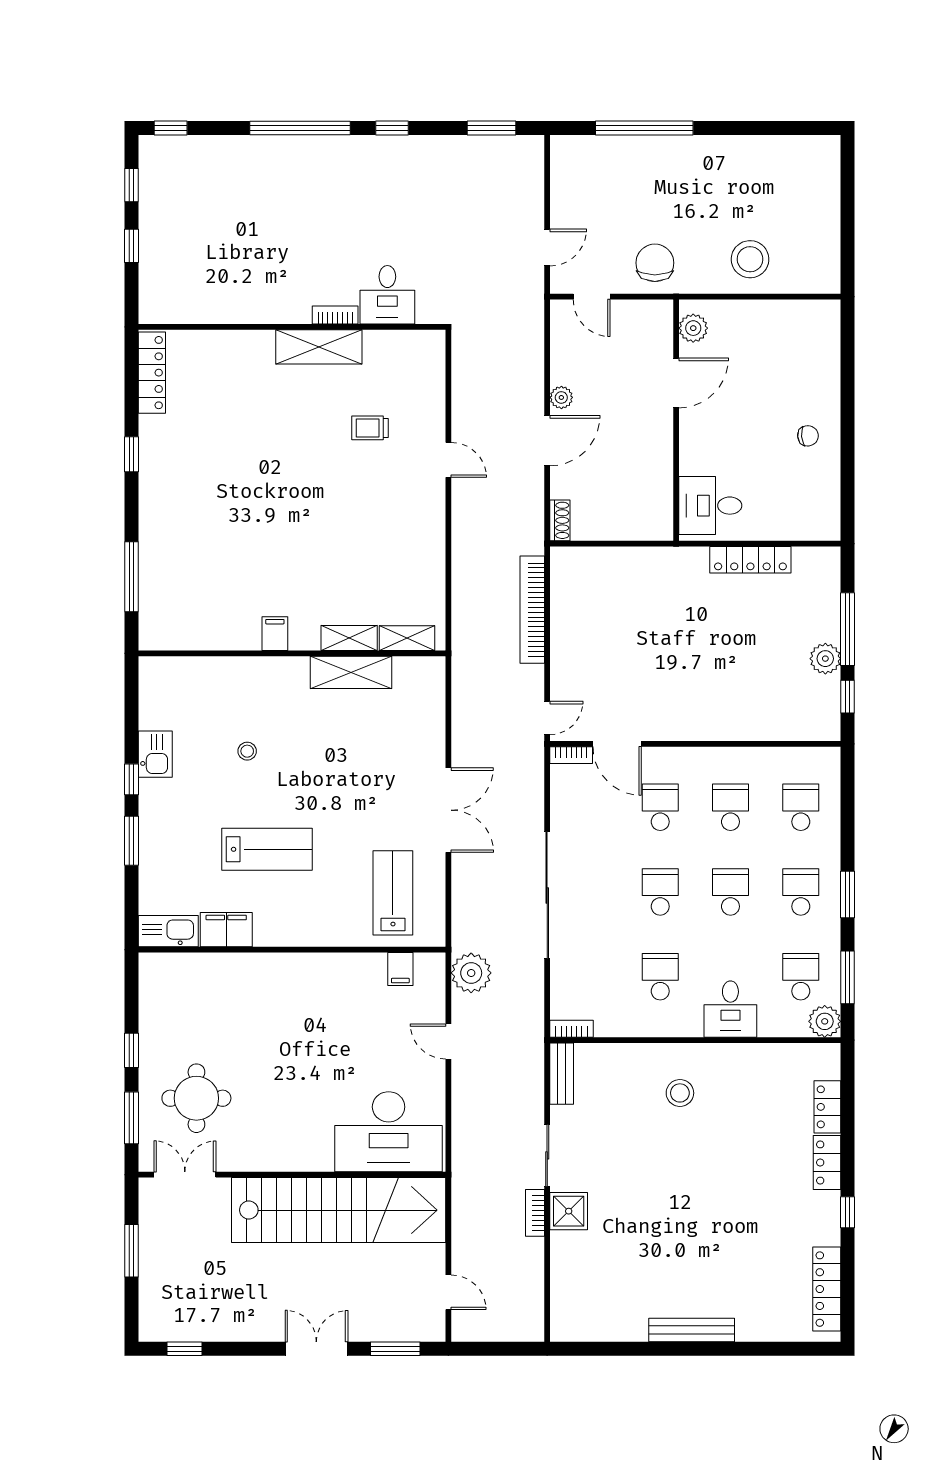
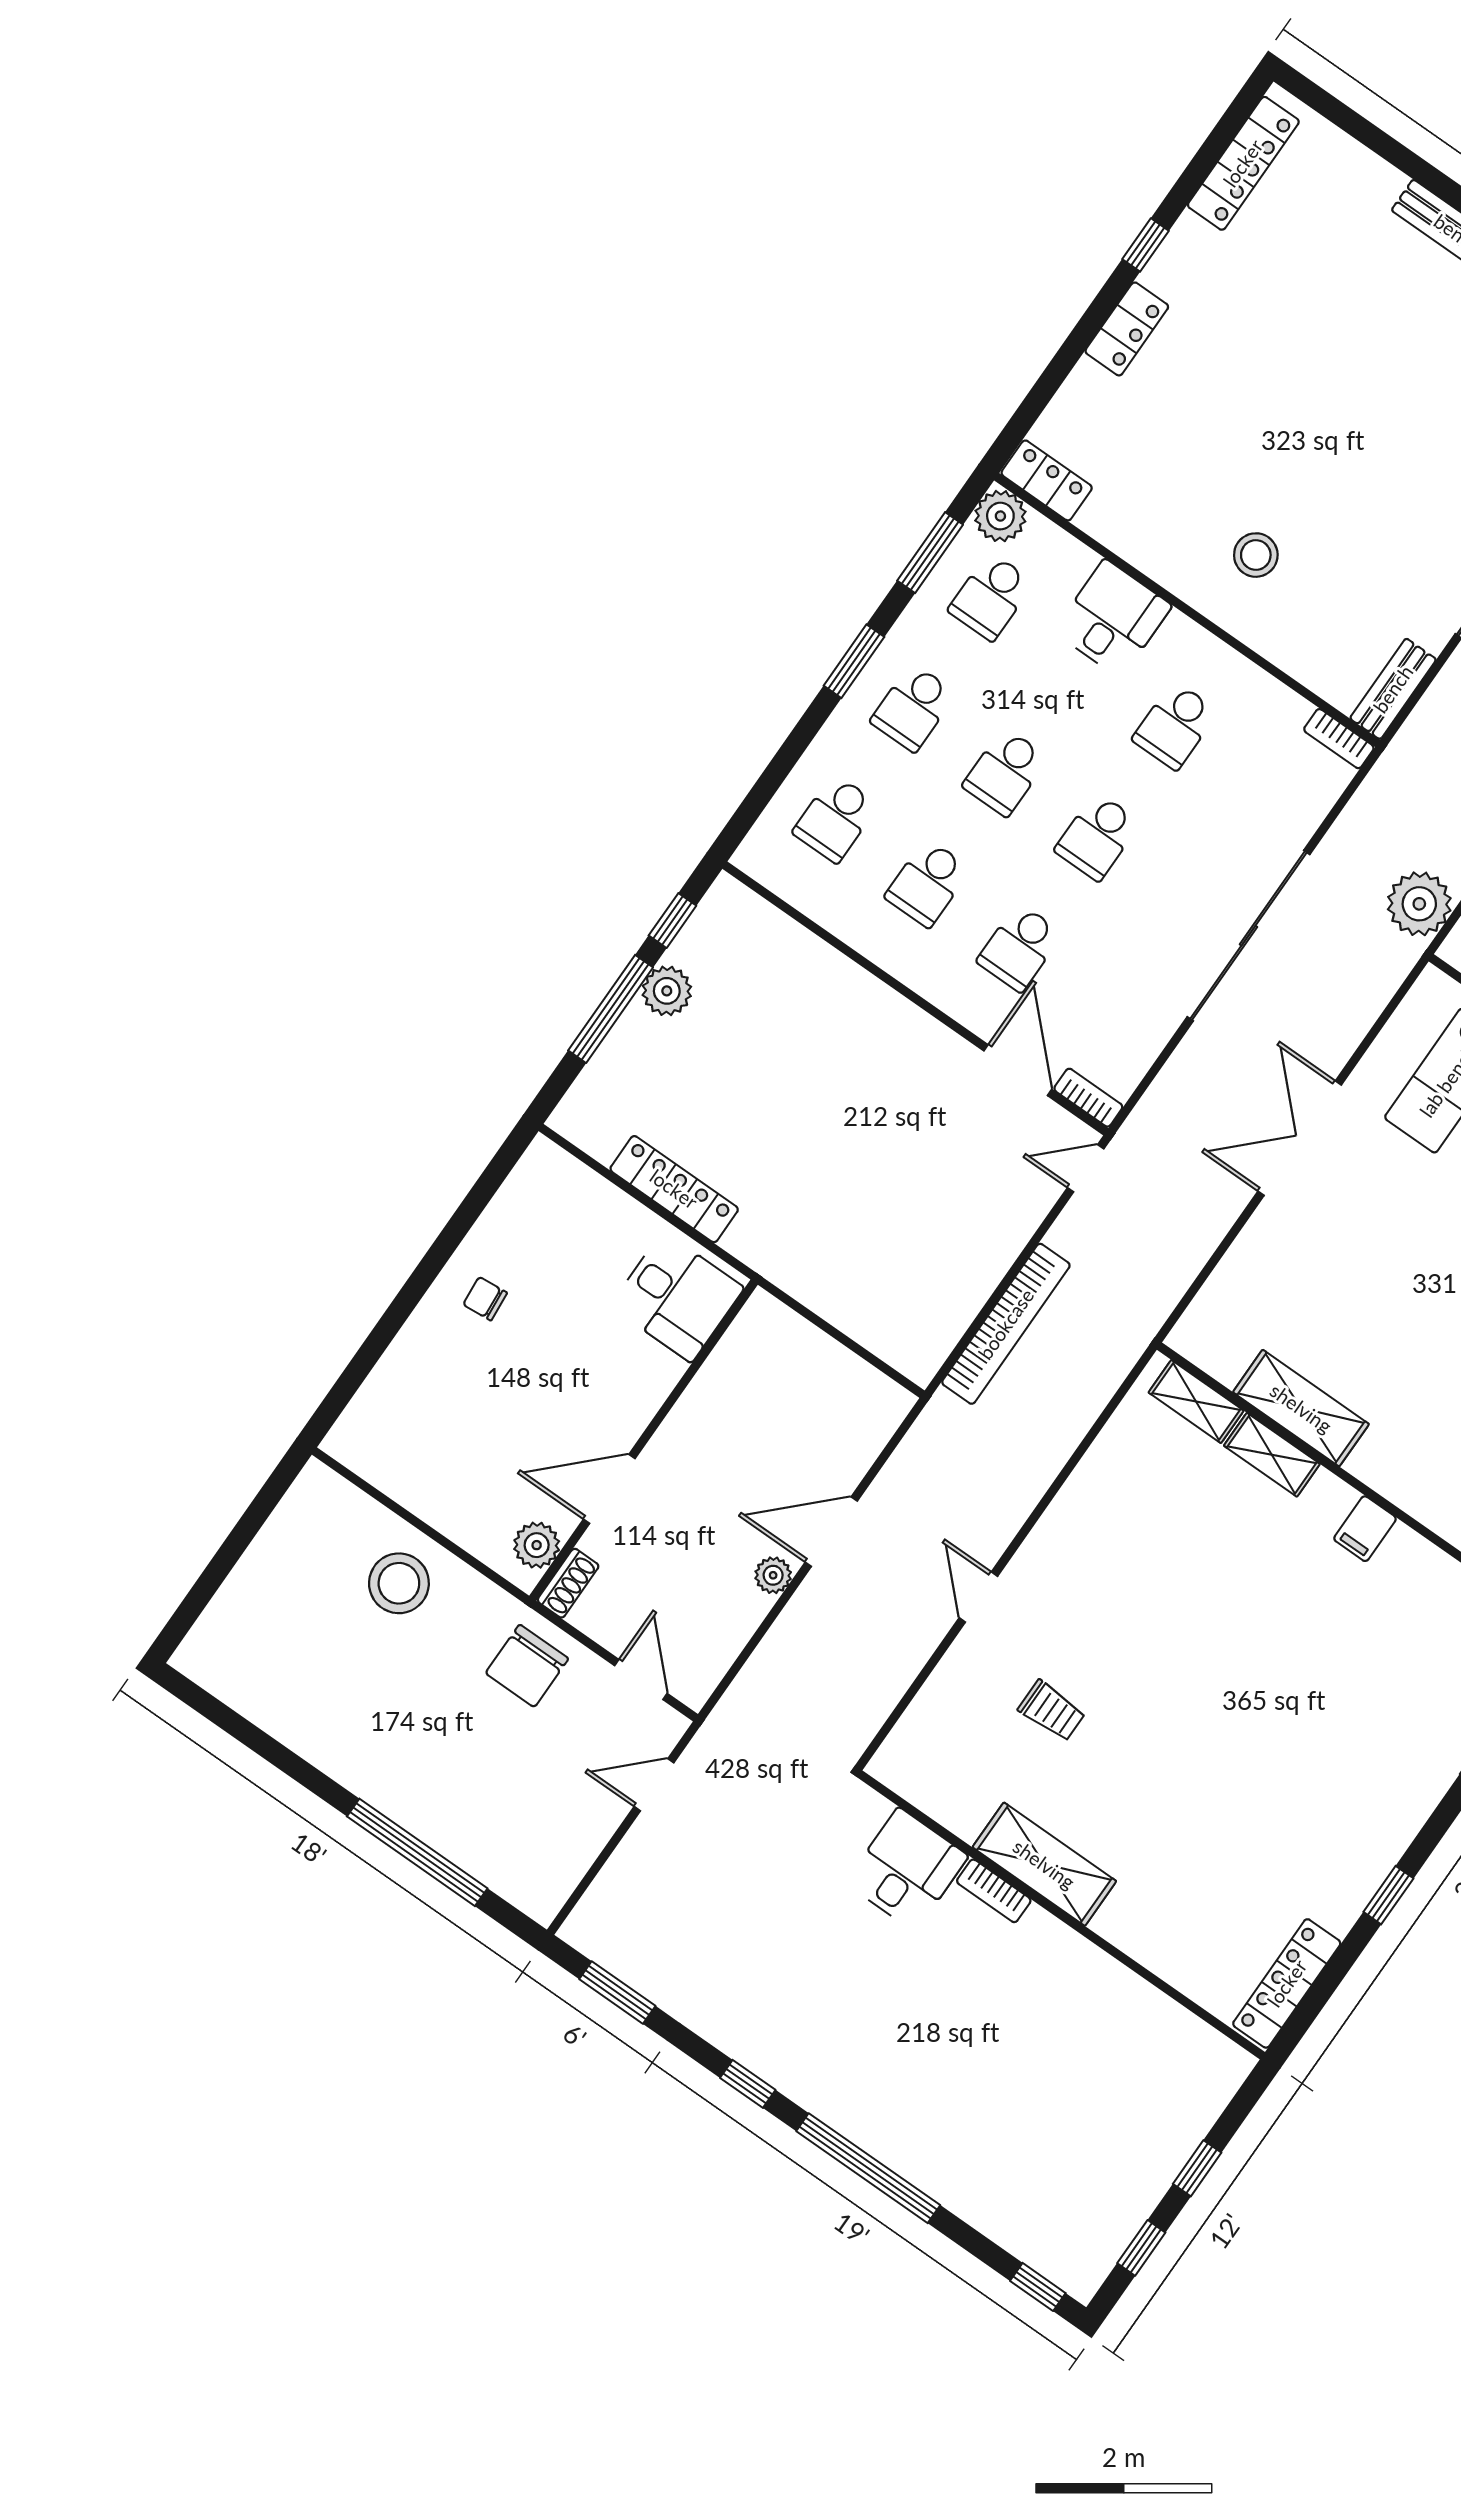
shoe rack: (560, 520) -> (568, 1583), moved, turned 180
locker: (827, 1107) -> (1047, 480), moved, turned -90

